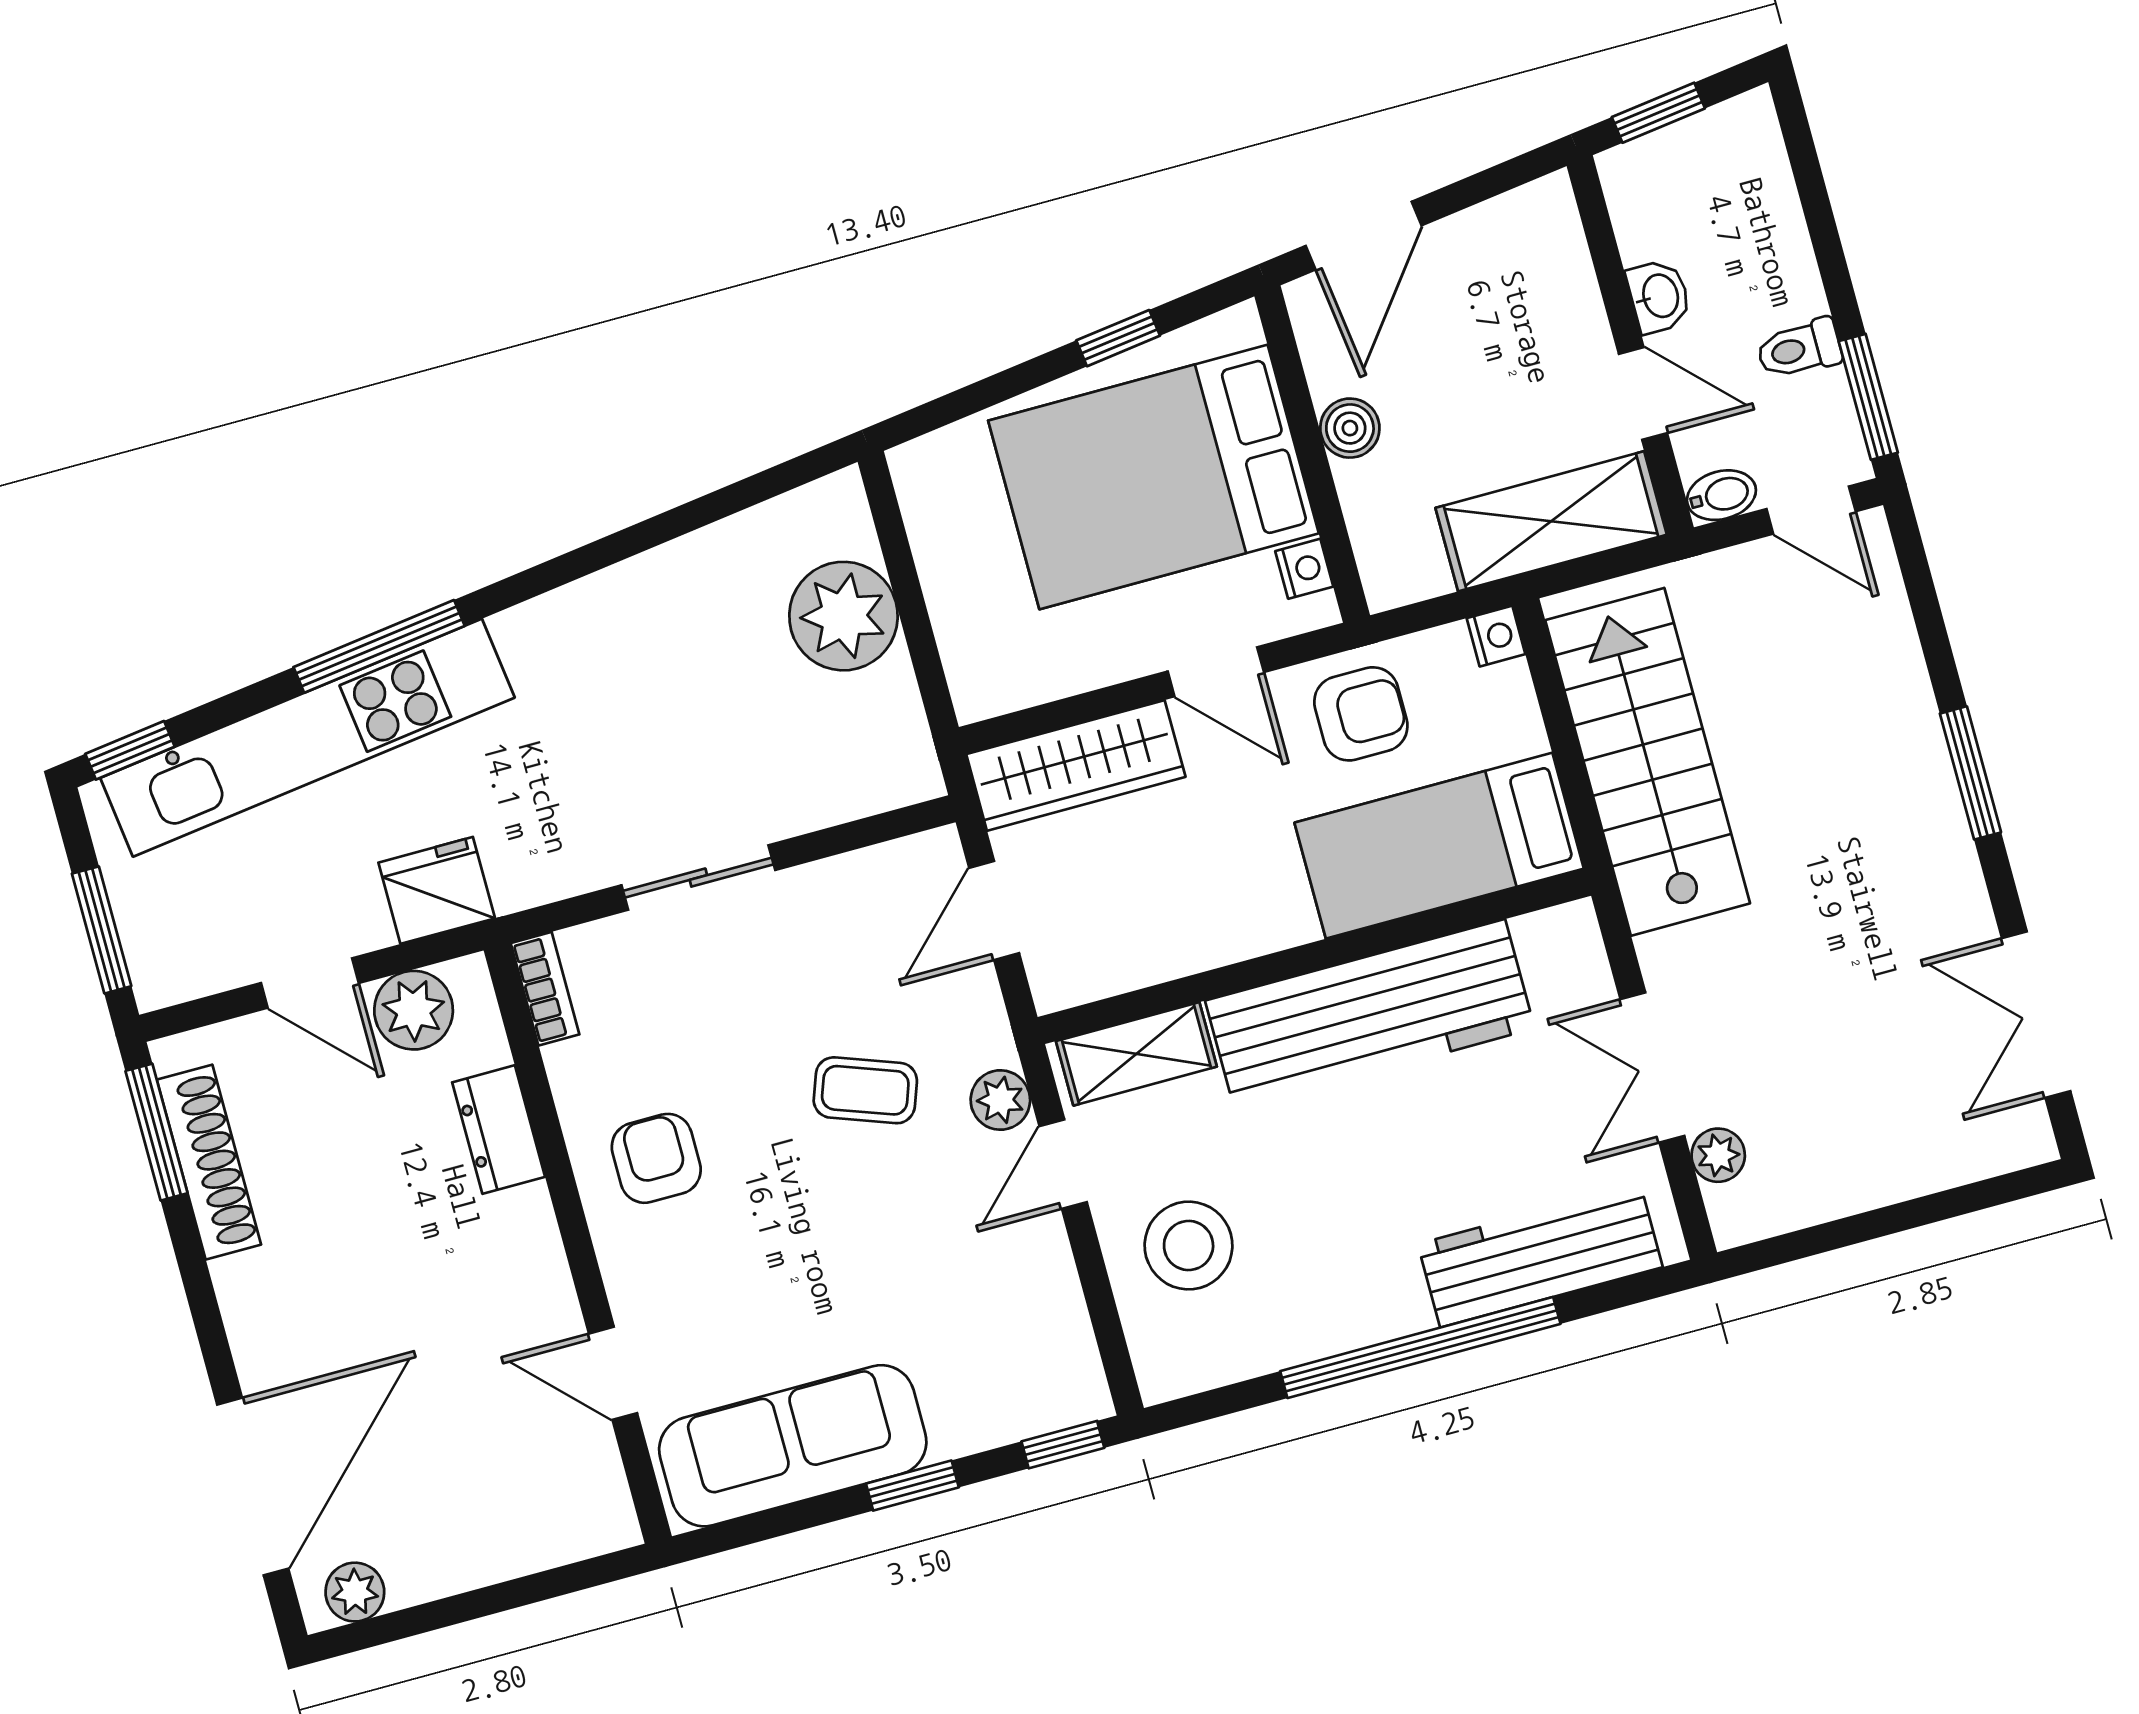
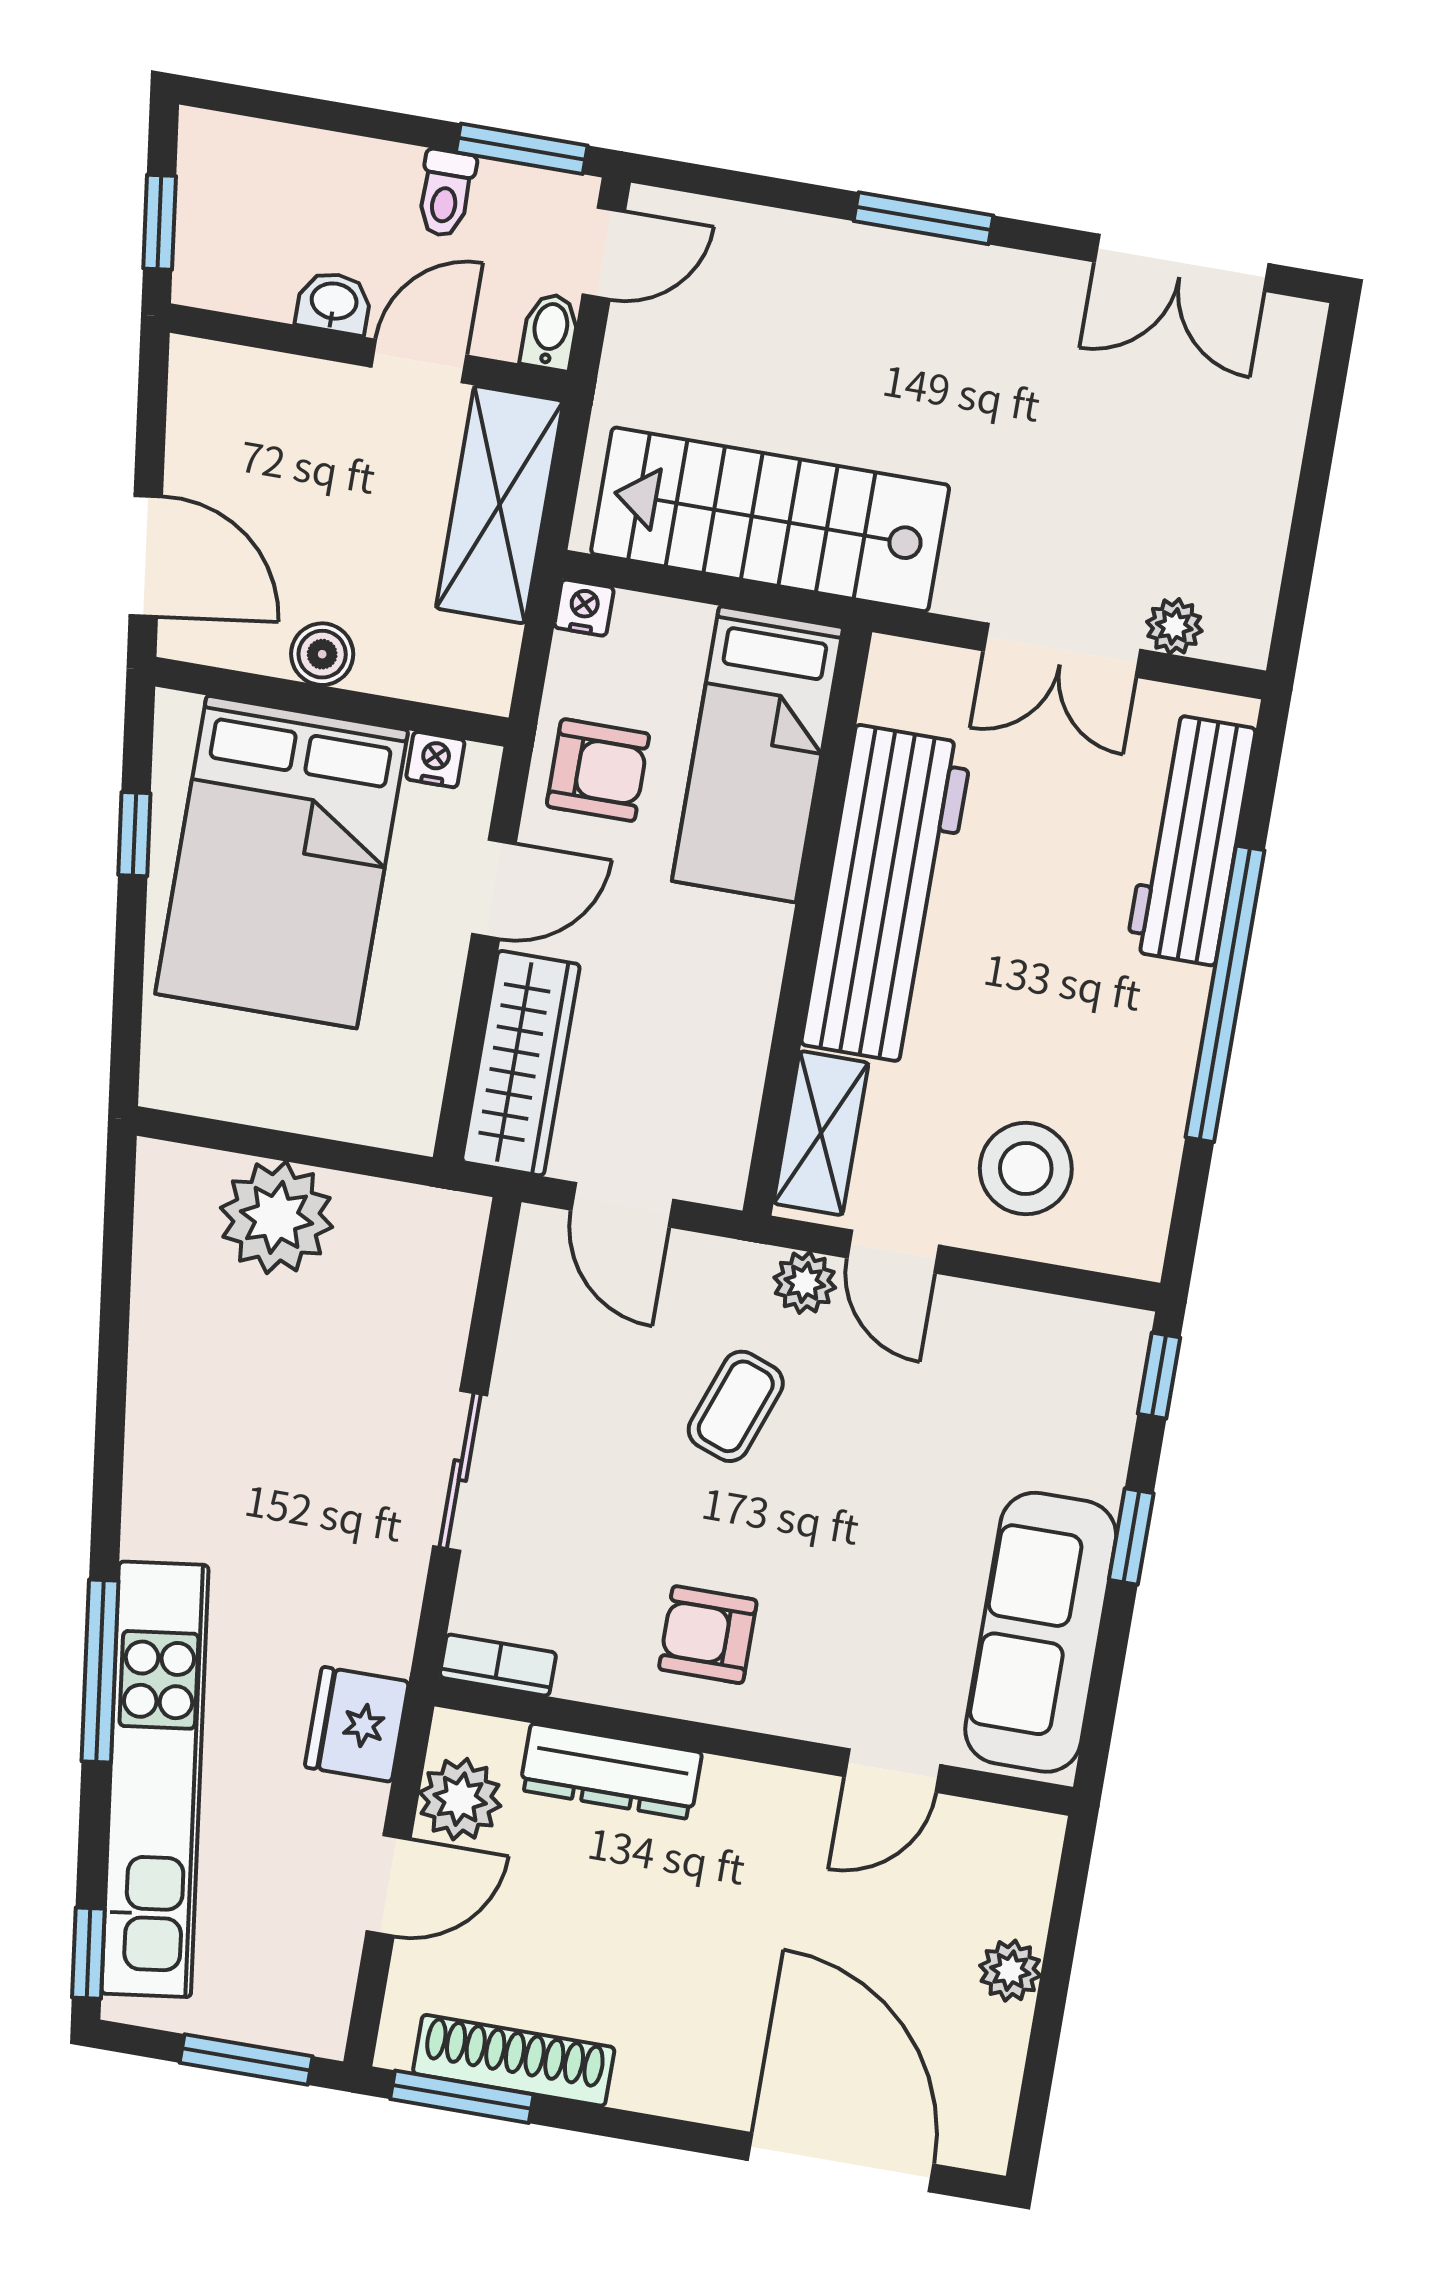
armchair: (1361, 714) -> (598, 770), turned 90
dresser: (499, 1130) -> (611, 1771), width x1.44
plant: (355, 1592) -> (1010, 1971), moved

